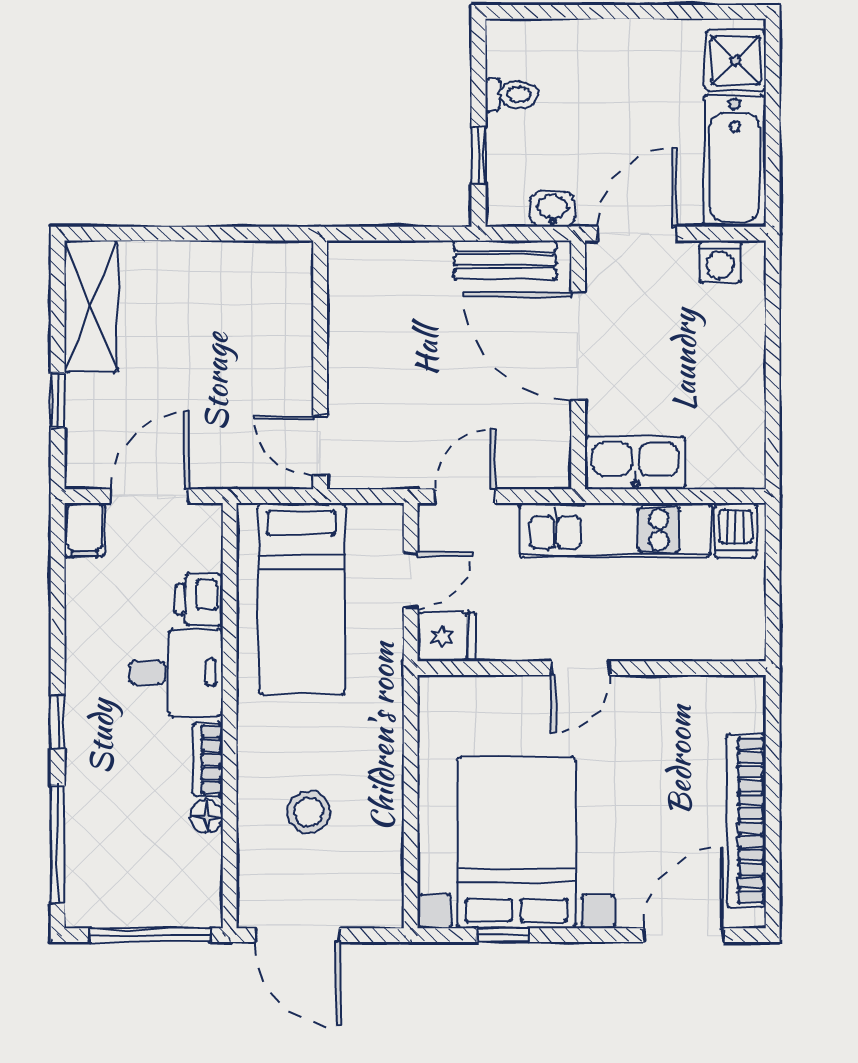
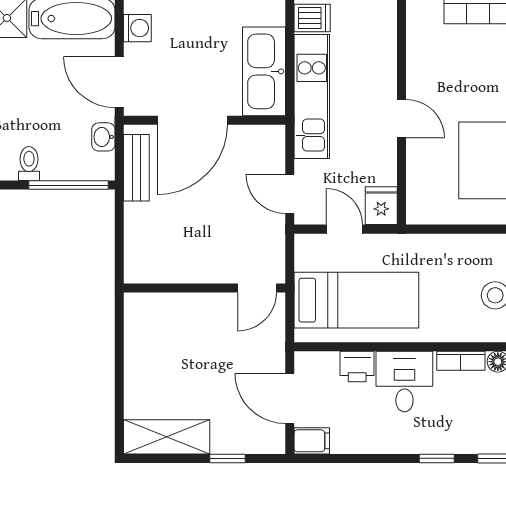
window: (479, 155) -> (68, 185), width x2.17
kitchen sink: (635, 463) -> (264, 71), width x1.36, depth x1.24

